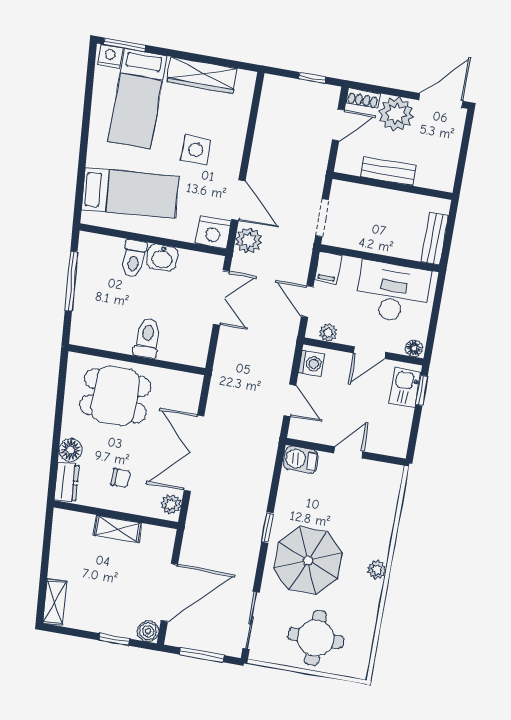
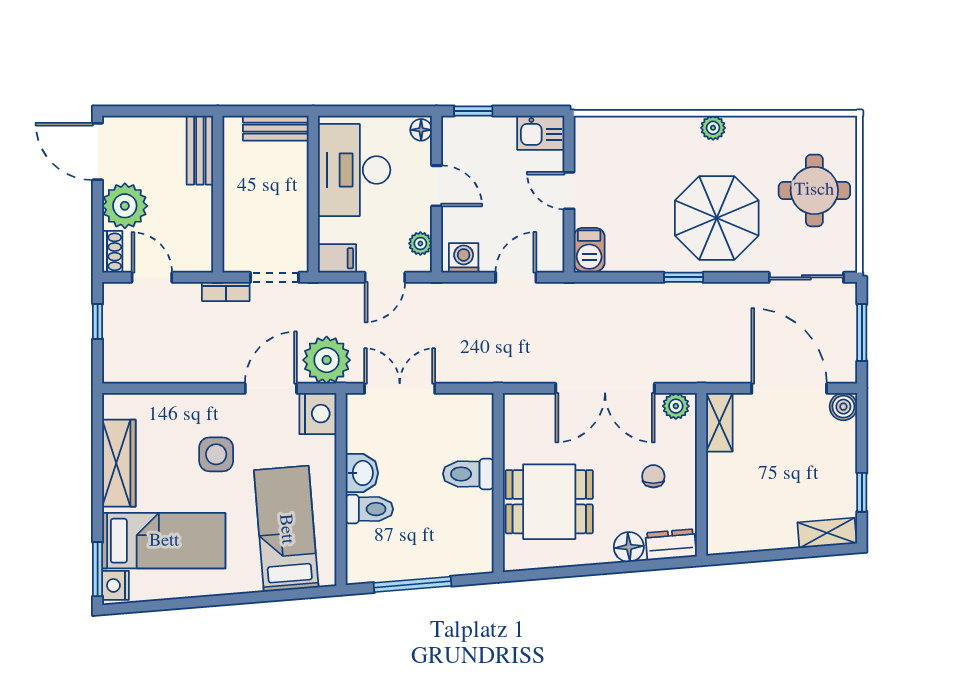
bench: (388, 171) -> (200, 150), moved
bookcase: (318, 179) -> (226, 291), added
plant: (249, 241) -> (327, 360), width x1.36, depth x1.36
kitchen sink: (405, 387) -> (541, 133), moved
dining table: (115, 396) -> (549, 502), turned 90
shelving: (118, 529) -> (719, 422), moved
window: (114, 640) -> (862, 492), moved

